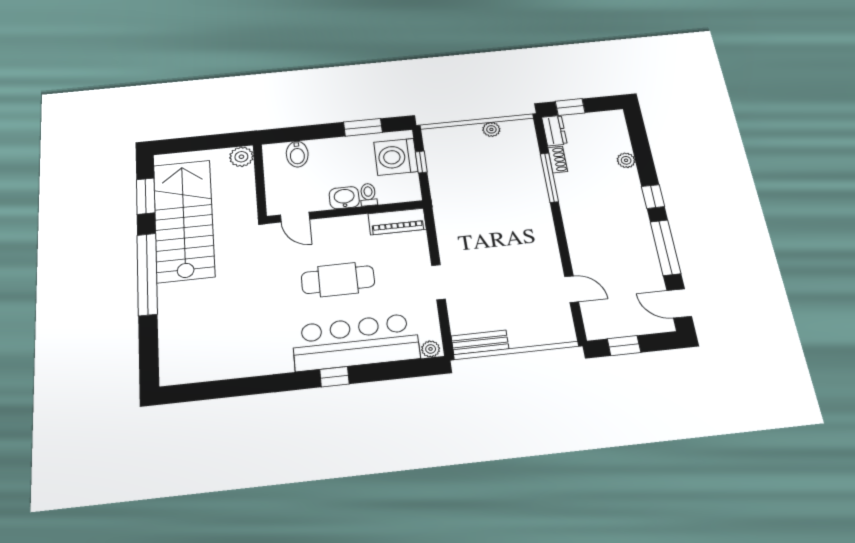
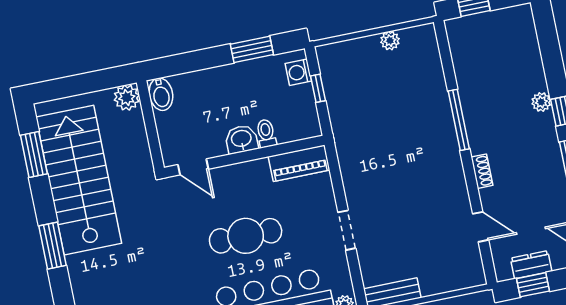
dresser: (554, 131) -> (531, 265), moved, turned -90
bidet: (297, 154) -> (161, 94), moved
washing machine: (396, 157) -> (298, 72), width x0.53, depth x0.53
shoe rack: (558, 160) -> (482, 171), moved
plant: (626, 160) -> (541, 102), moved
window: (549, 178) -> (459, 120), moved
window: (147, 274) -> (52, 246), width x0.47

